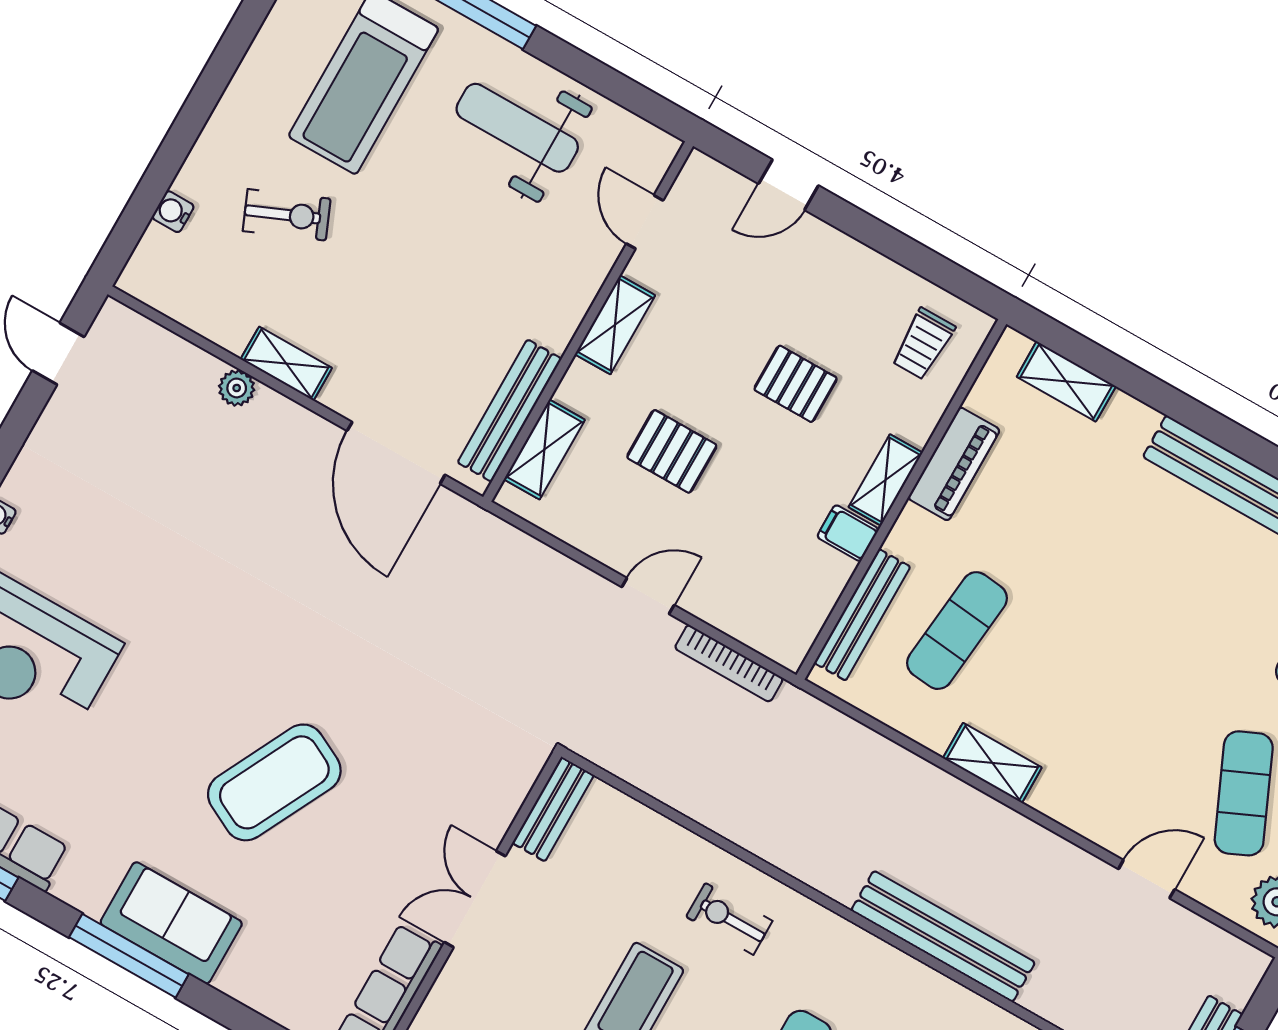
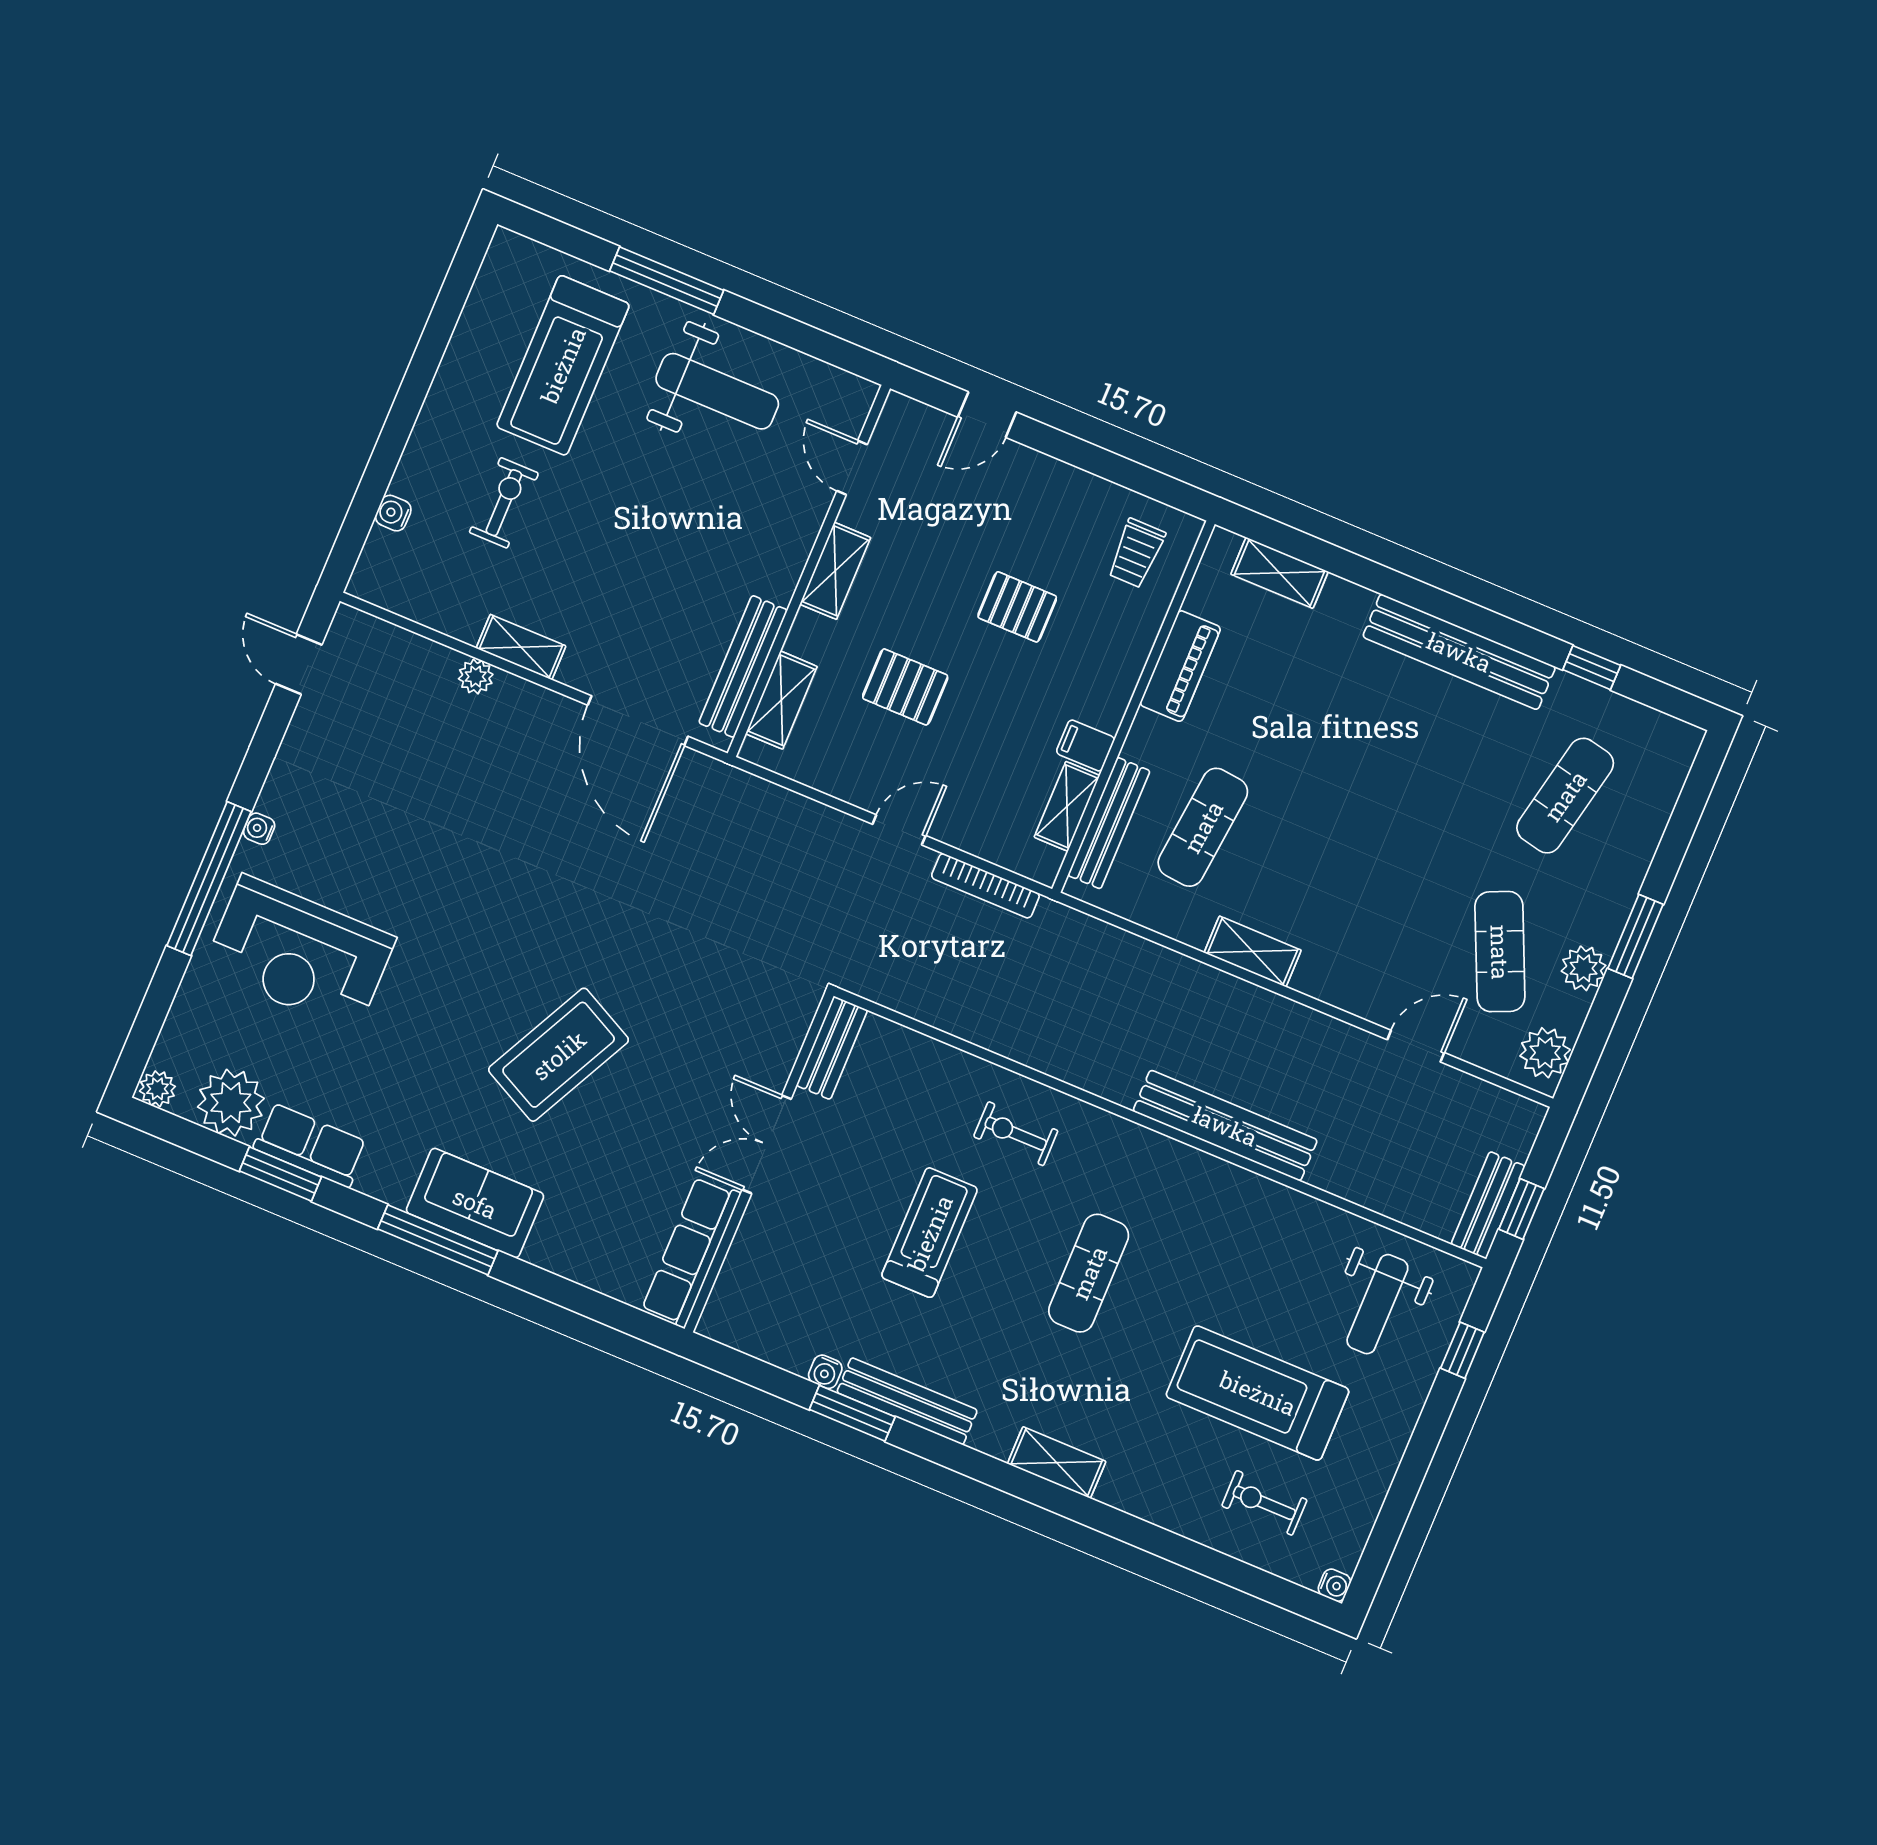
weight bench: (517, 128) -> (717, 391), turned 180
exercise bike: (287, 215) -> (504, 503), turned -67
shelving: (886, 480) -> (1067, 806), moved

